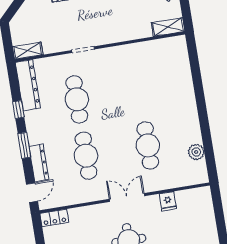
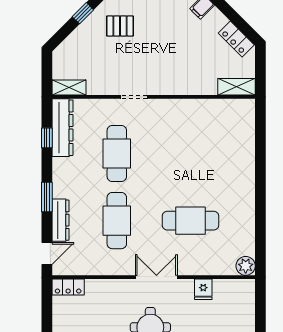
window: (18, 109) -> (47, 138), moved
cafe table: (148, 145) -> (191, 221), turned 90
plant: (196, 152) -> (246, 266), moved

